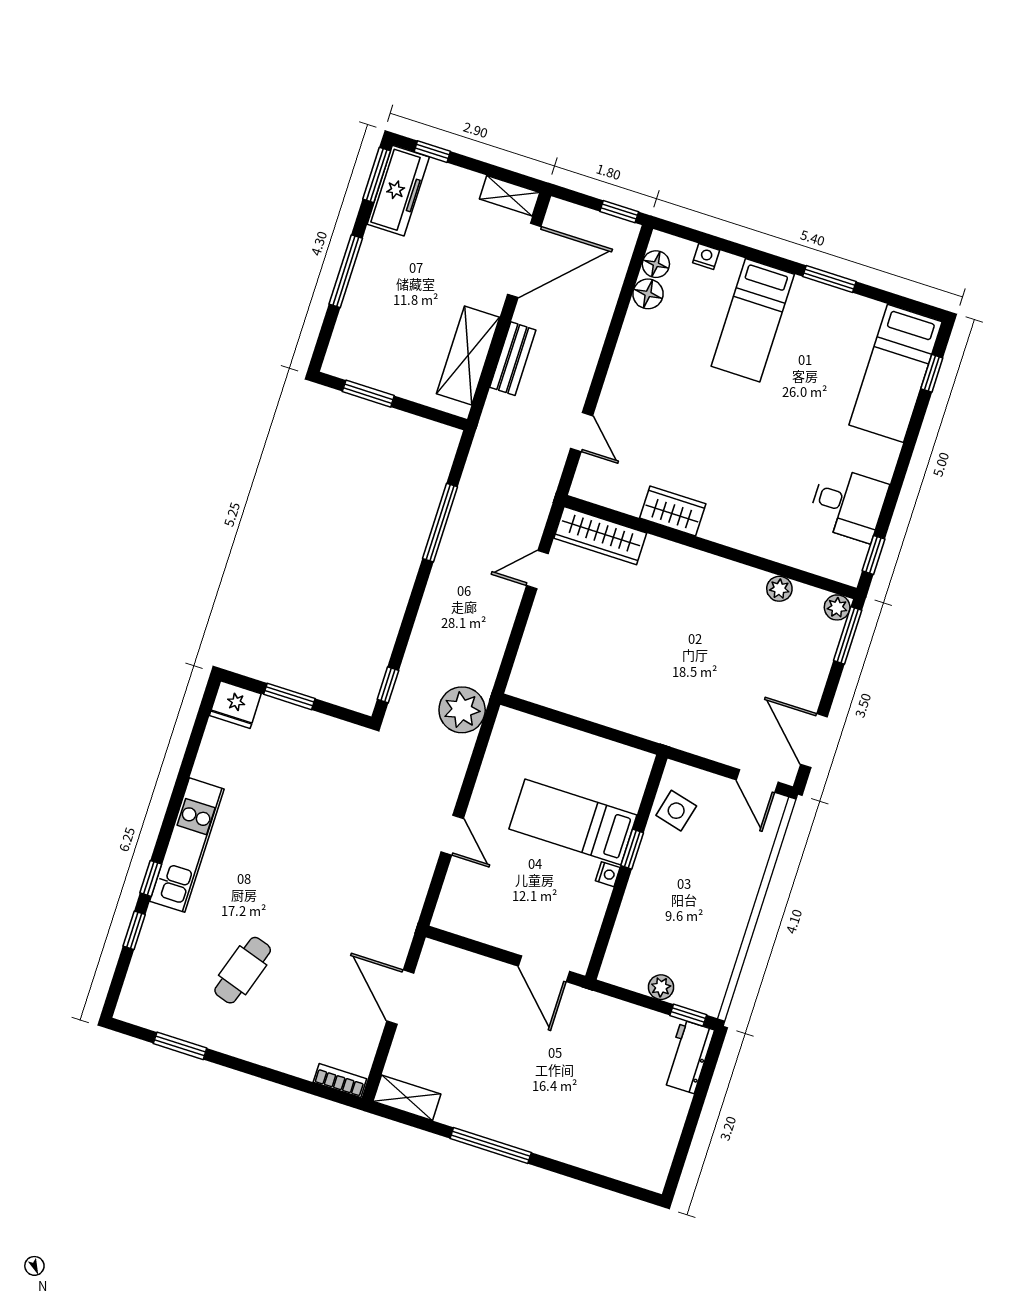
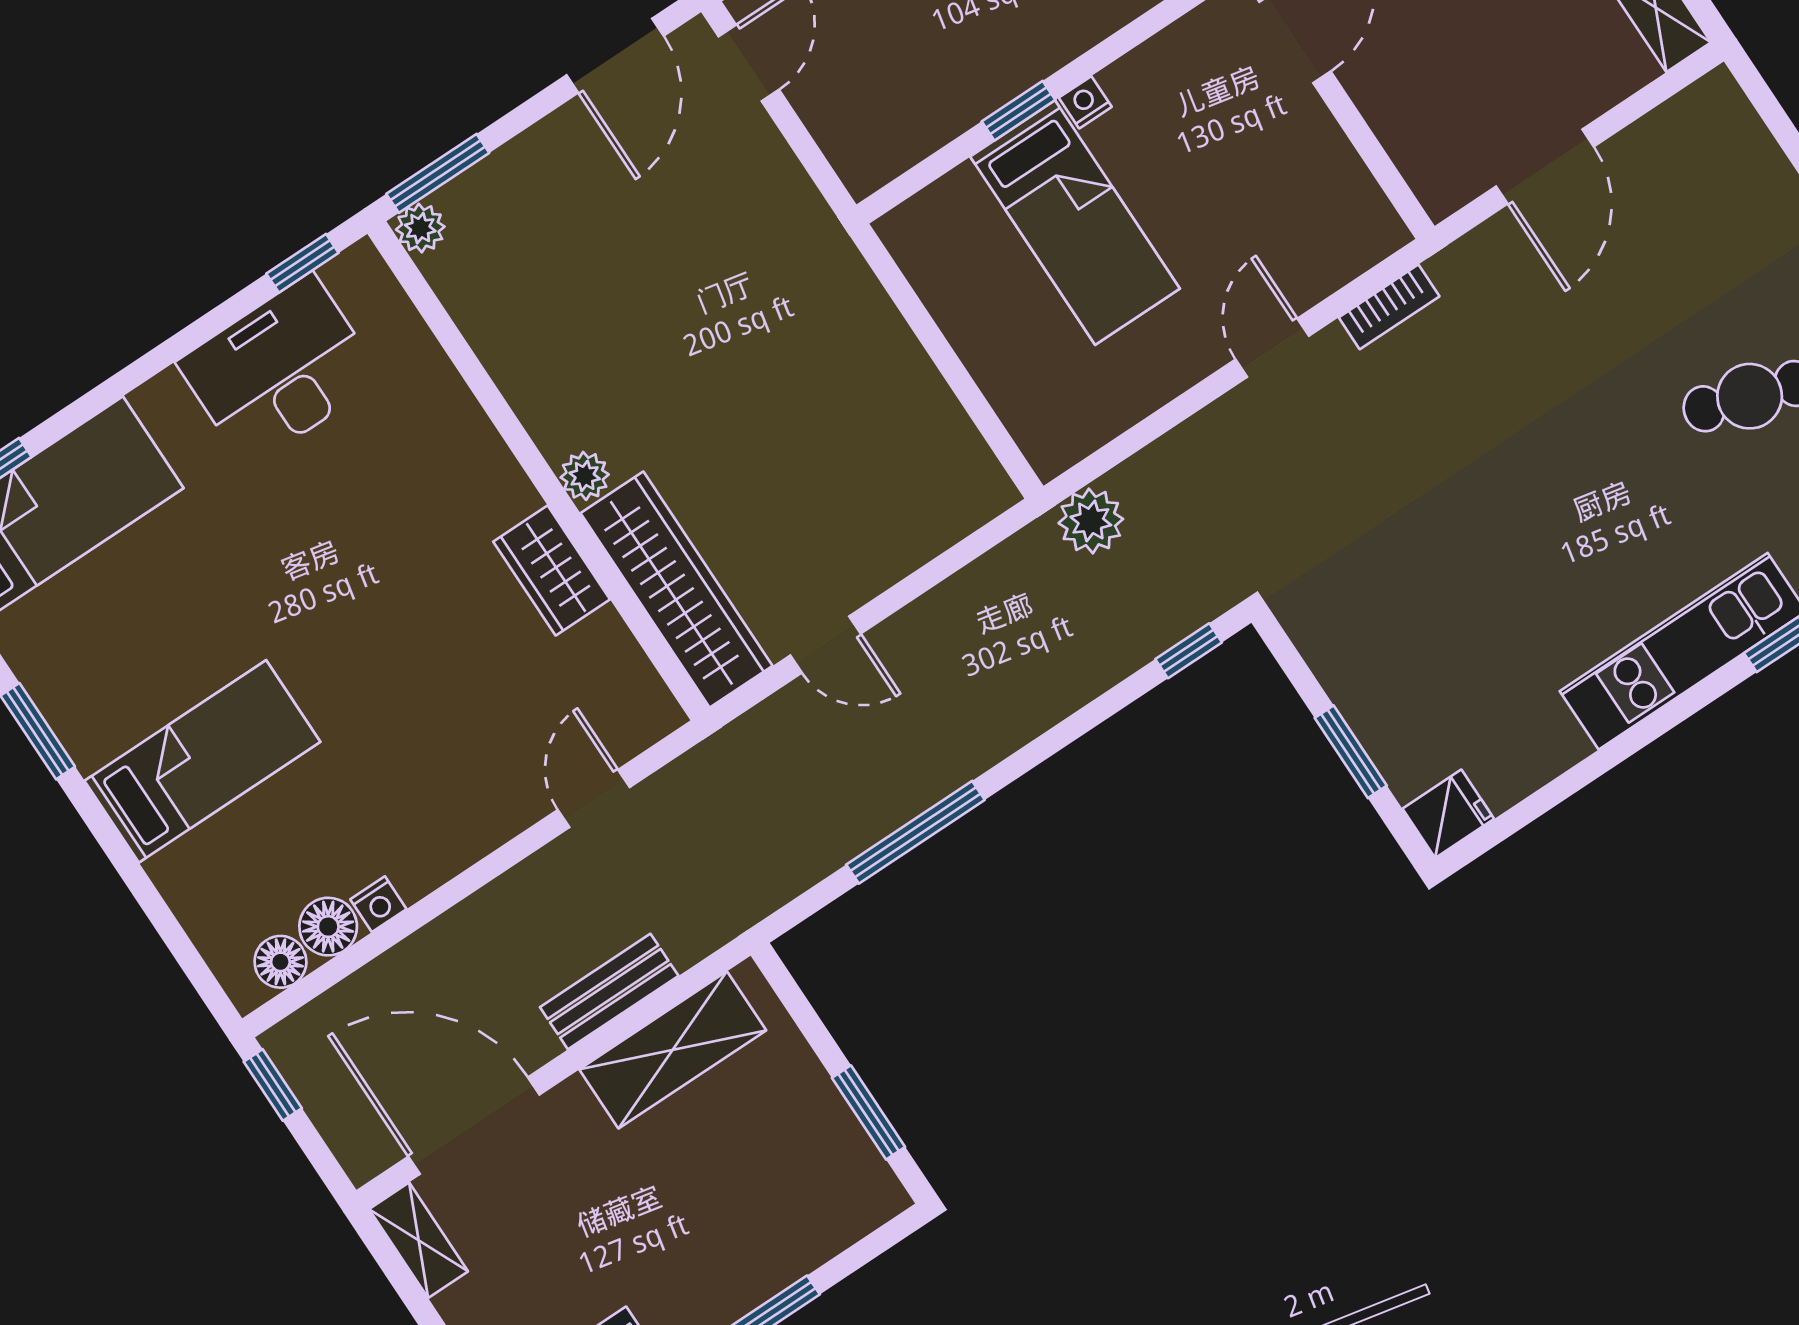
nightstand: (706, 257) -> (378, 904), moved, turned -90
desk: (848, 504) -> (280, 371), width x1.37
wardrobe: (600, 536) -> (677, 590), width x1.40, depth x1.17
plant: (779, 589) -> (585, 476), moved
fridge: (235, 705) -> (1448, 814), width x0.72
plant: (462, 710) -> (1091, 521), width x0.73, depth x0.73
side table: (676, 811) -> (906, 116), removed
bookcase: (340, 1080) -> (1389, 307), moved, turned -90

